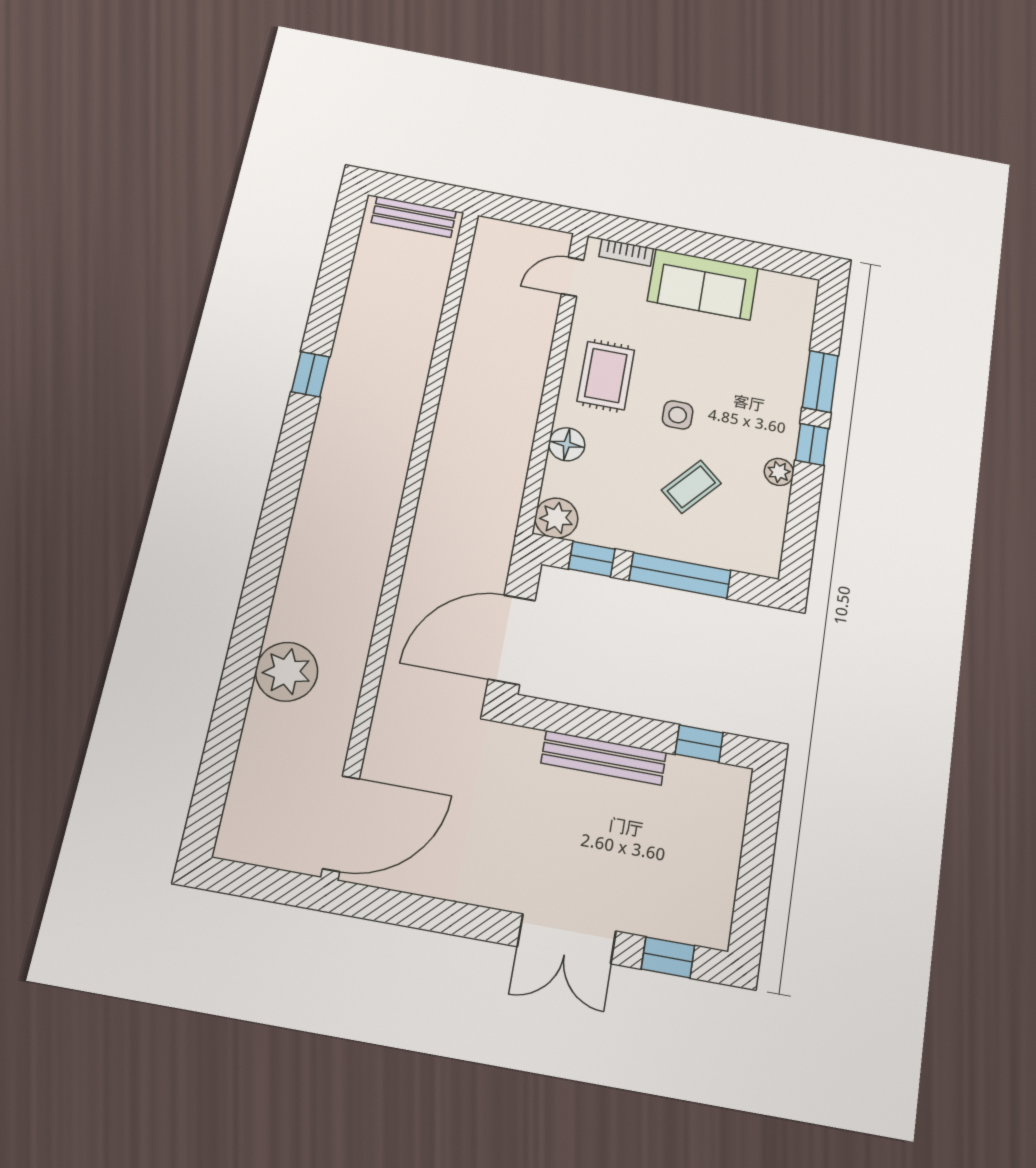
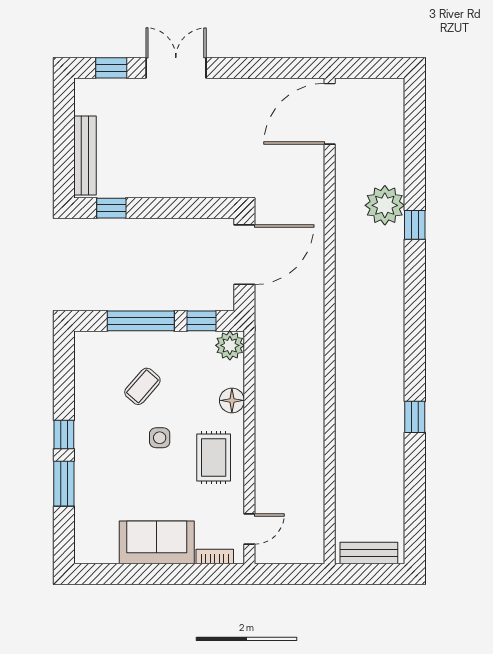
plant: (779, 472) -> (84, 409), removed
window: (248, 635) -> (415, 225), added
bench: (604, 758) -> (85, 155), moved, turned 90

